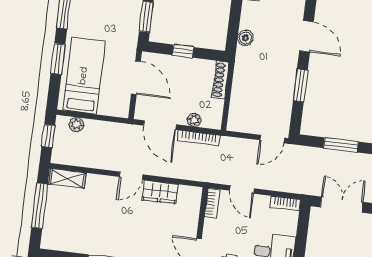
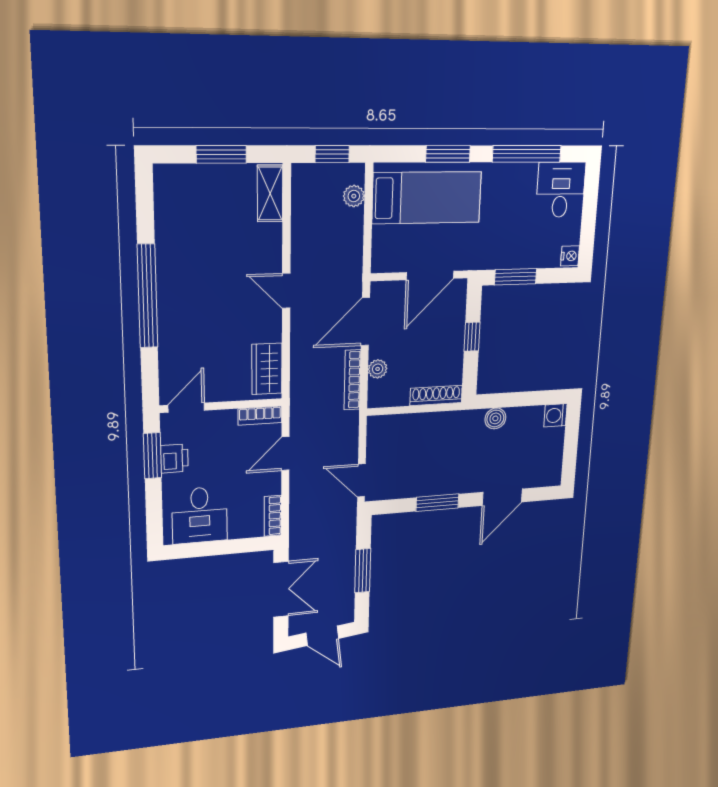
wardrobe: (160, 192) -> (267, 369), moved
window: (40, 206) -> (221, 154), width x0.69

